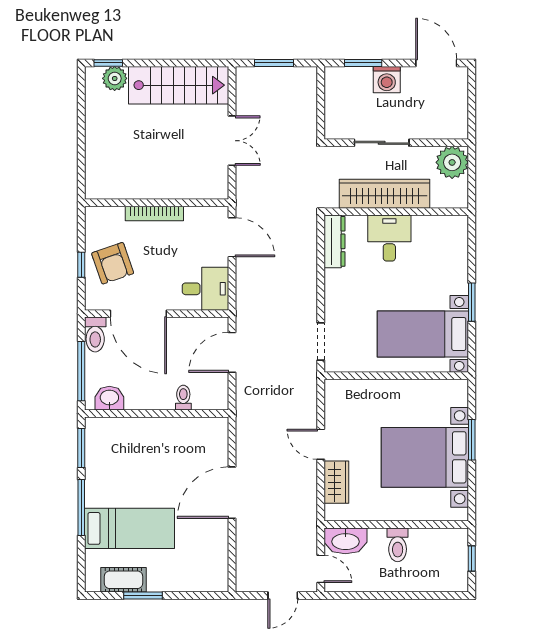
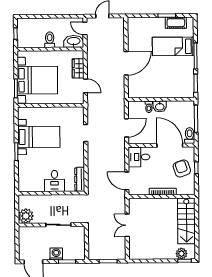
stairs: (179, 85) -> (186, 221), moved, turned -90
wardrobe: (385, 194) -> (57, 201), removed
wall: (396, 376) -> (51, 105), moved
washbasin: (109, 398) -> (160, 106), moved

